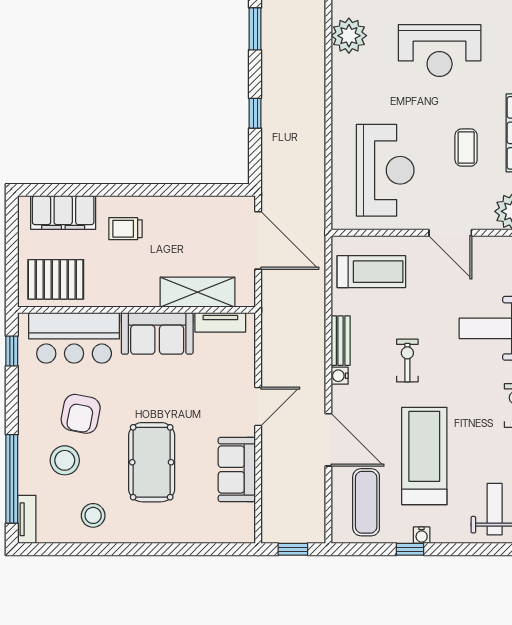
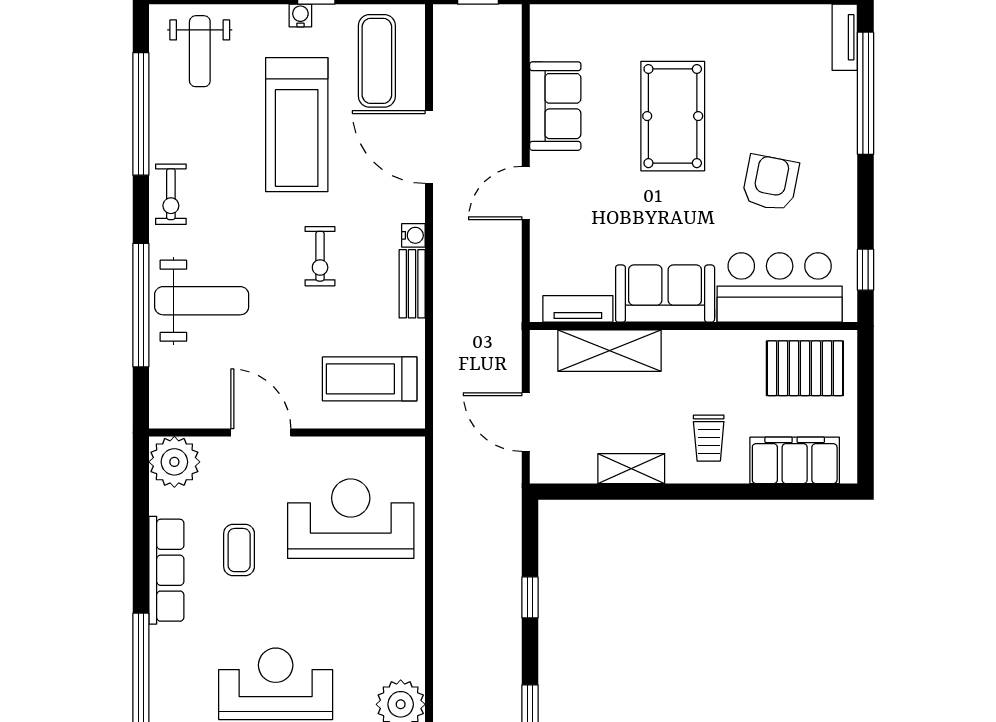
reception desk: (385, 170) -> (351, 519), turned 90
shelving: (182, 207) -> (631, 469), added
trolley: (125, 229) -> (709, 438), turned 90
door: (258, 240) -> (526, 422), width x0.73
stool: (65, 460) -> (792, 119), removed
stool: (93, 515) -> (753, 43), removed

